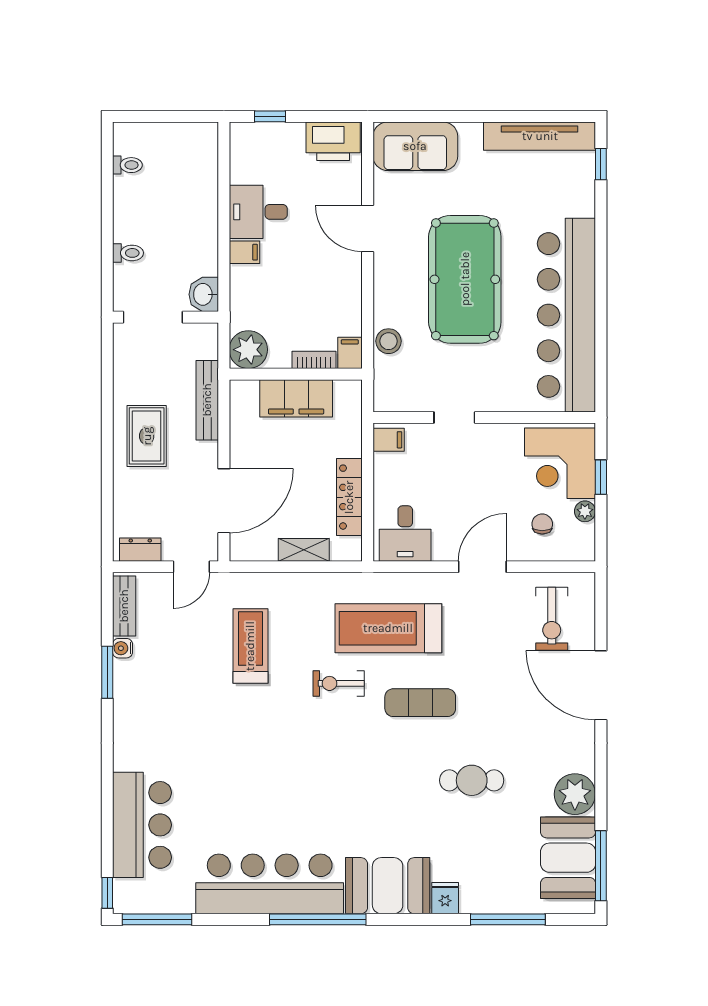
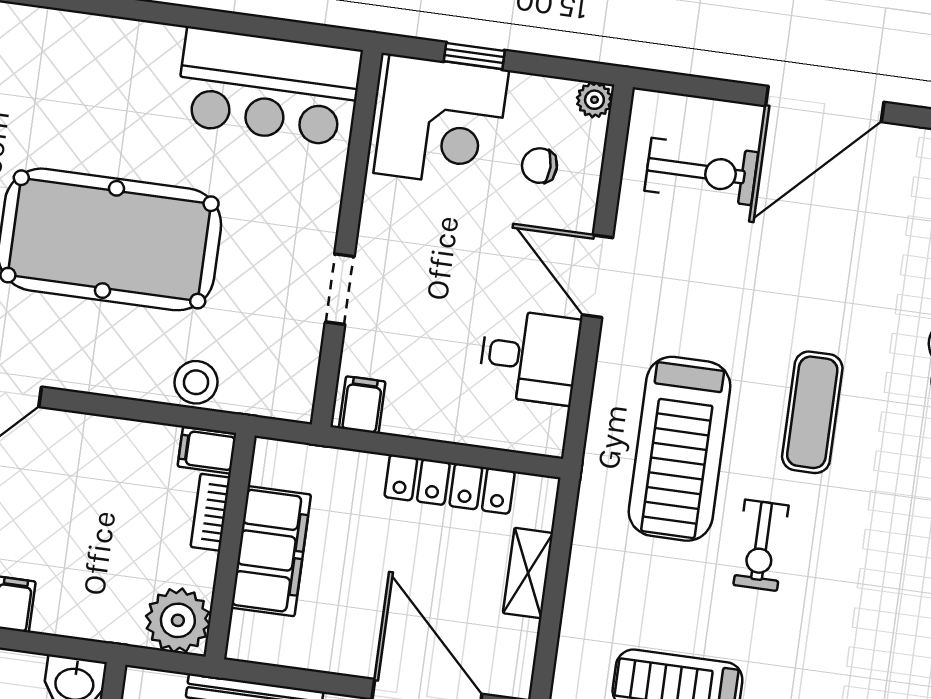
bar counter: (566, 315) -> (269, 87), width x0.54
plant: (585, 511) -> (594, 100), moved
desk: (405, 534) -> (530, 357), moved

